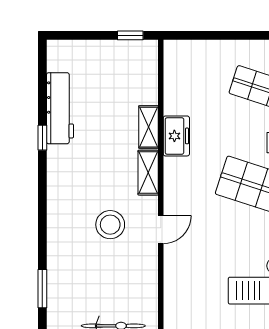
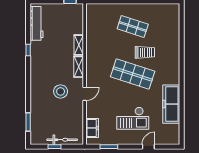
workbench: (60, 108) -> (37, 23), moved
freezer: (176, 136) -> (92, 128), moved

